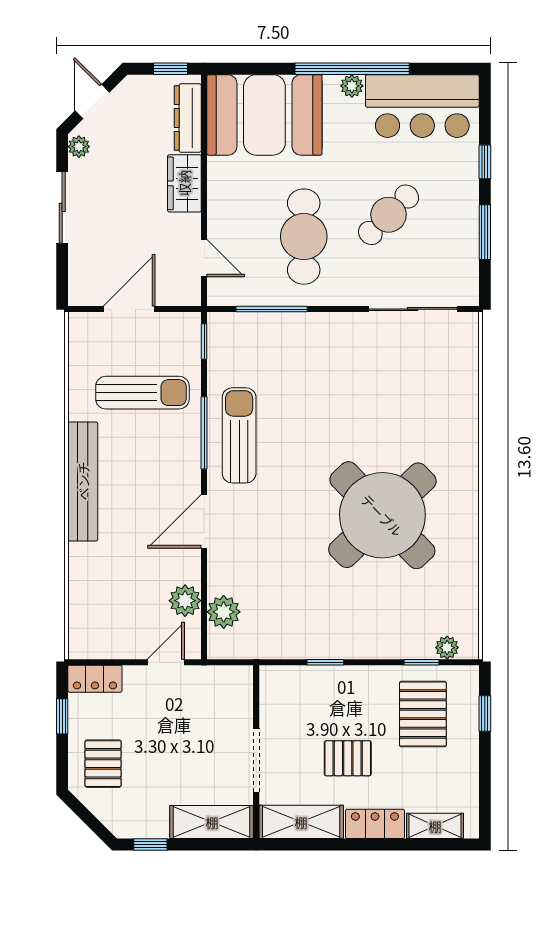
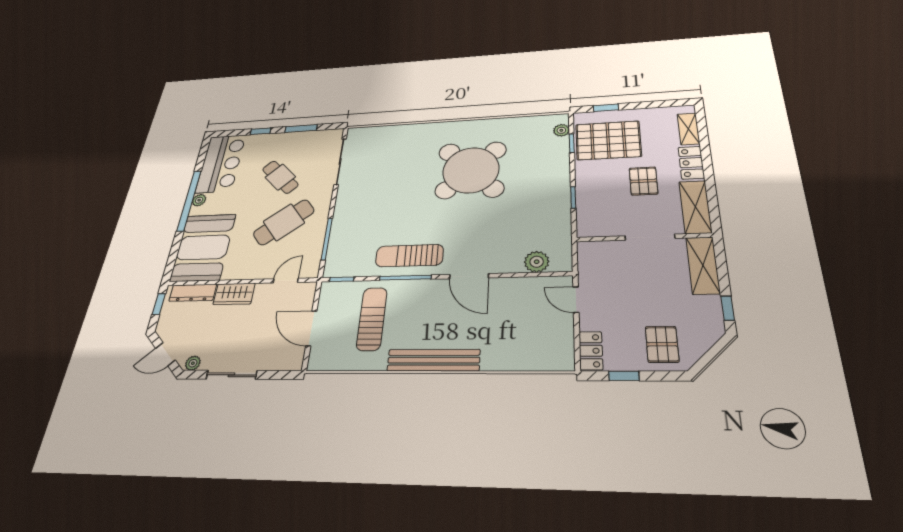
cafe table: (304, 237) -> (284, 222), turned -38
plant: (185, 601) -> (528, 287), removed
pallet: (423, 714) -> (608, 140), width x1.37, depth x1.41
pallet: (103, 764) -> (662, 344), turned 90

